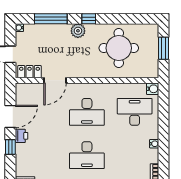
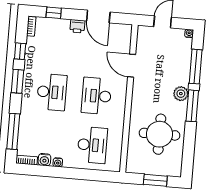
window: (89, 19) -> (192, 106), width x2.17
locker: (30, 72) -> (143, 40), removed
water cooler: (153, 89) -> (44, 160), moved
window: (10, 147) -> (54, 13), moved
desk: (87, 155) -> (52, 92), turned 180

